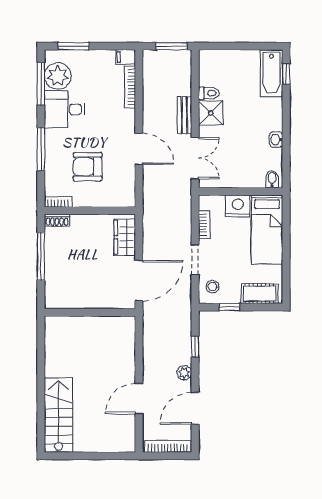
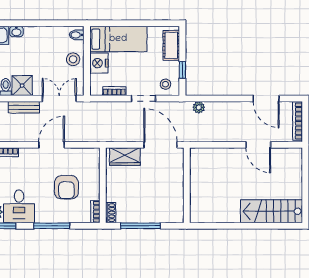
washbasin: (276, 140) -> (16, 31), moved
stool: (242, 175) -> (73, 59), added
window: (195, 347) -> (215, 99), removed
plant: (184, 373) -> (199, 107), moved

